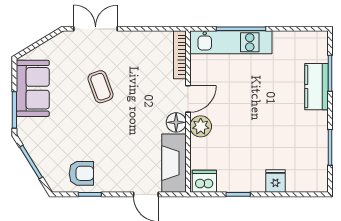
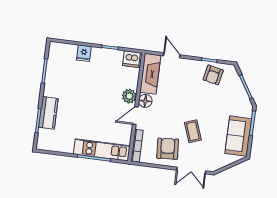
armchair: (134, 56) -> (168, 149), added
armchair: (81, 173) -> (213, 75), turned -78

